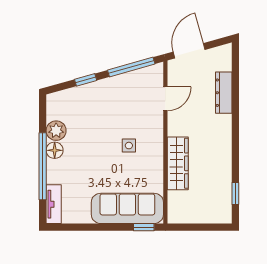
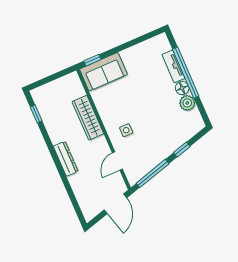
dresser: (224, 93) -> (66, 159), moved
side table: (129, 146) -> (126, 130), moved
tv unit: (54, 204) -> (173, 66), moved
sofa: (127, 208) -> (103, 72), width x0.73

